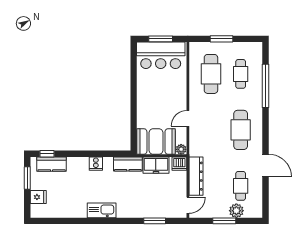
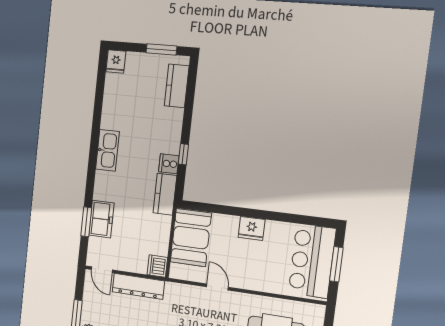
fridge: (144, 99) -> (252, 228), added
plant: (181, 149) -> (176, 271), removed
window: (47, 154) -> (183, 154), moved
cooker: (96, 164) -> (169, 164), moved
freezer: (156, 165) -> (101, 219), moved, turned 180
fridge: (38, 197) -> (116, 62), moved

